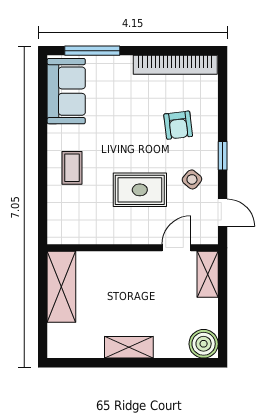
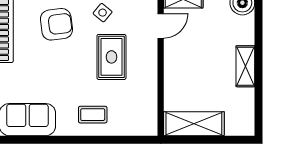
armchair: (178, 125) -> (56, 24), width x1.38, depth x1.38
door: (176, 248) -> (161, 26), swing flipped

